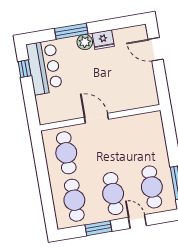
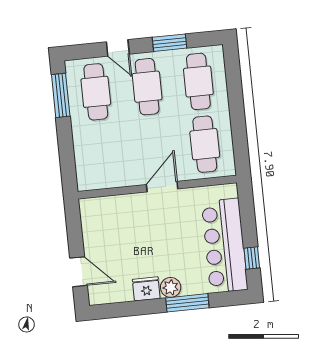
bar counter: (44, 67) -> (225, 246), width x1.36
door: (96, 118) -> (162, 187), swing flipped

